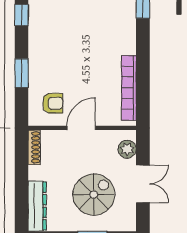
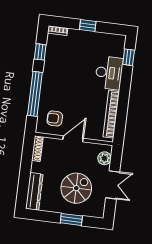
desk: (119, 32) -> (109, 73), added
window: (22, 73) -> (35, 94), width x2.11
armchair: (53, 103) -> (55, 118), turned 180

